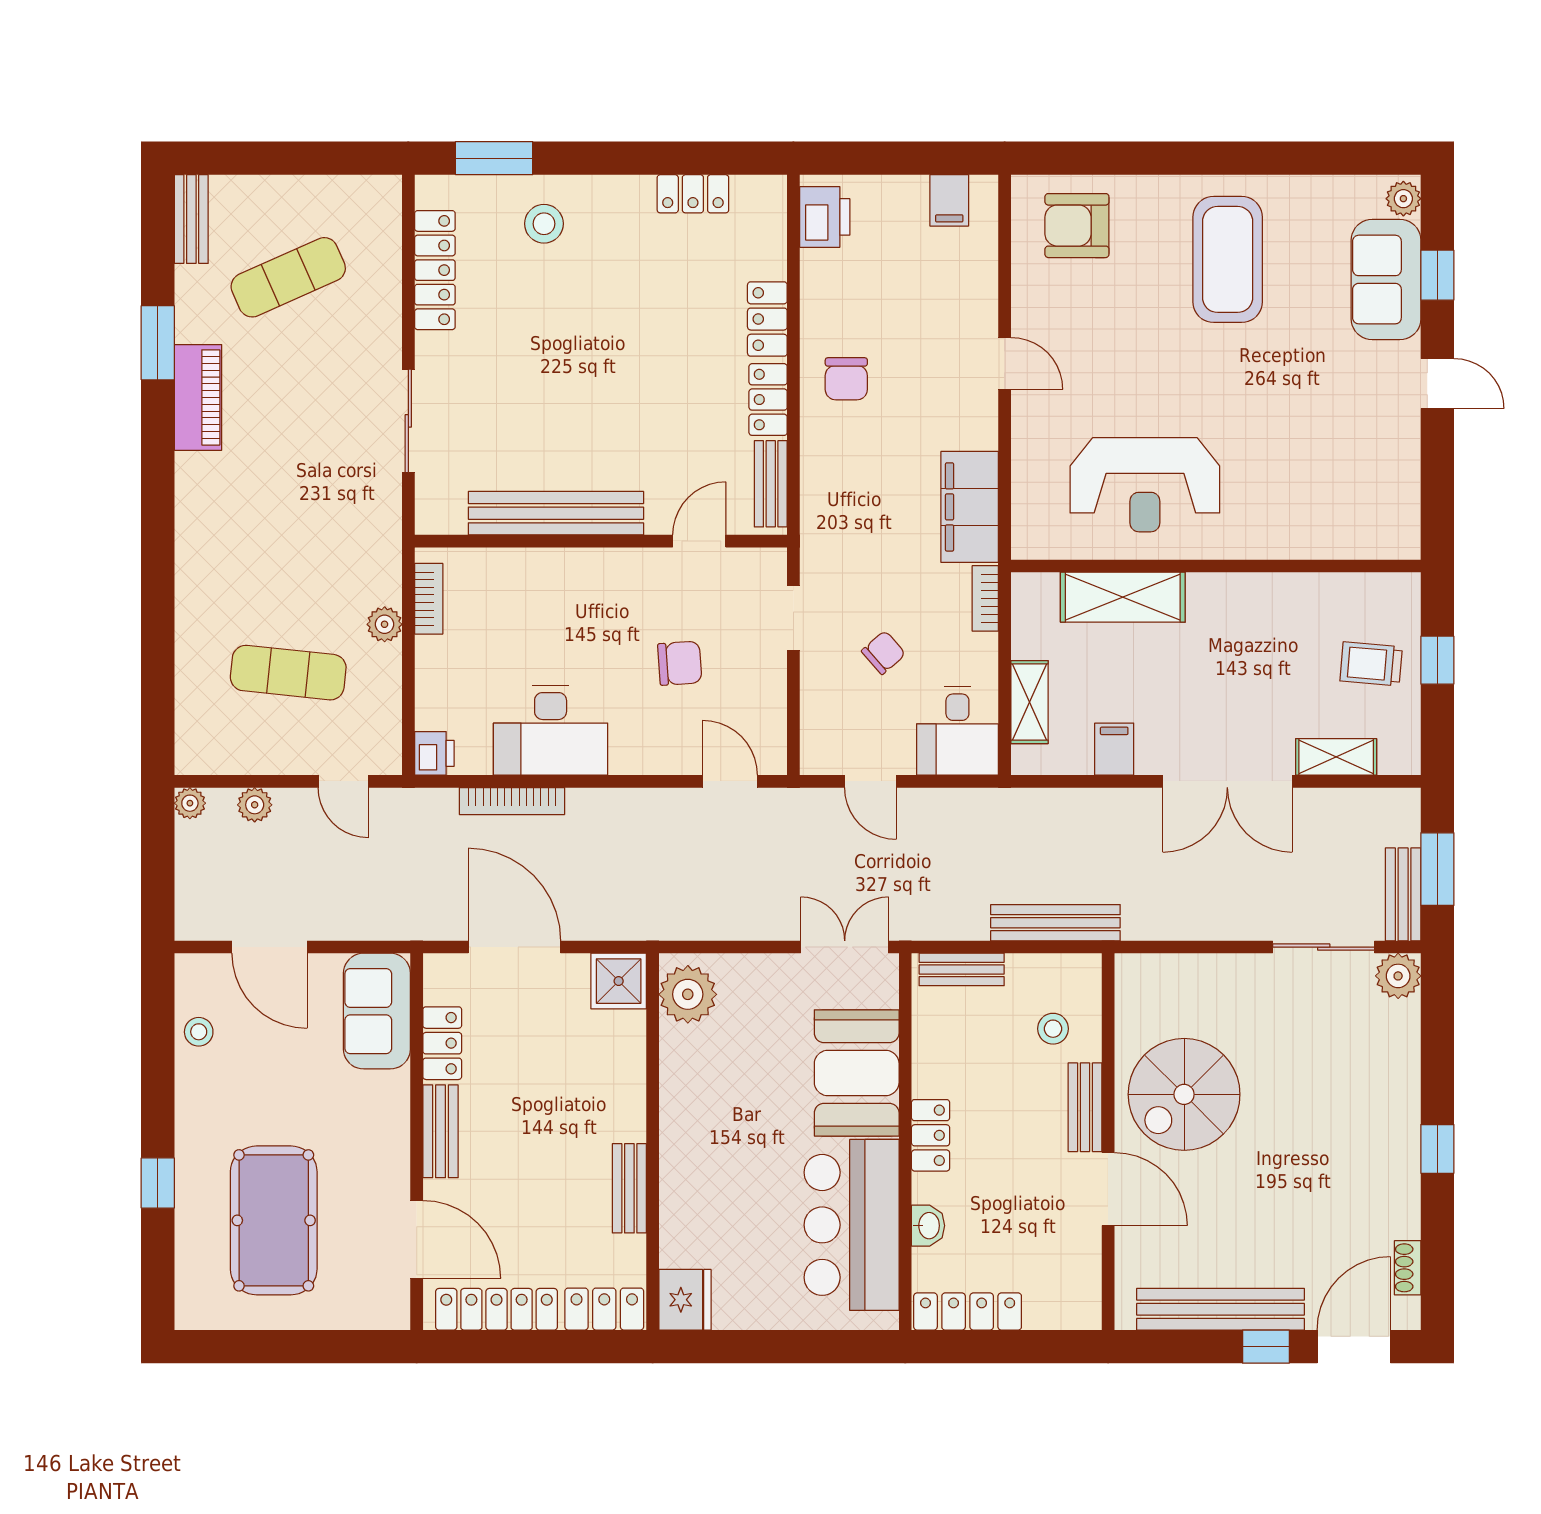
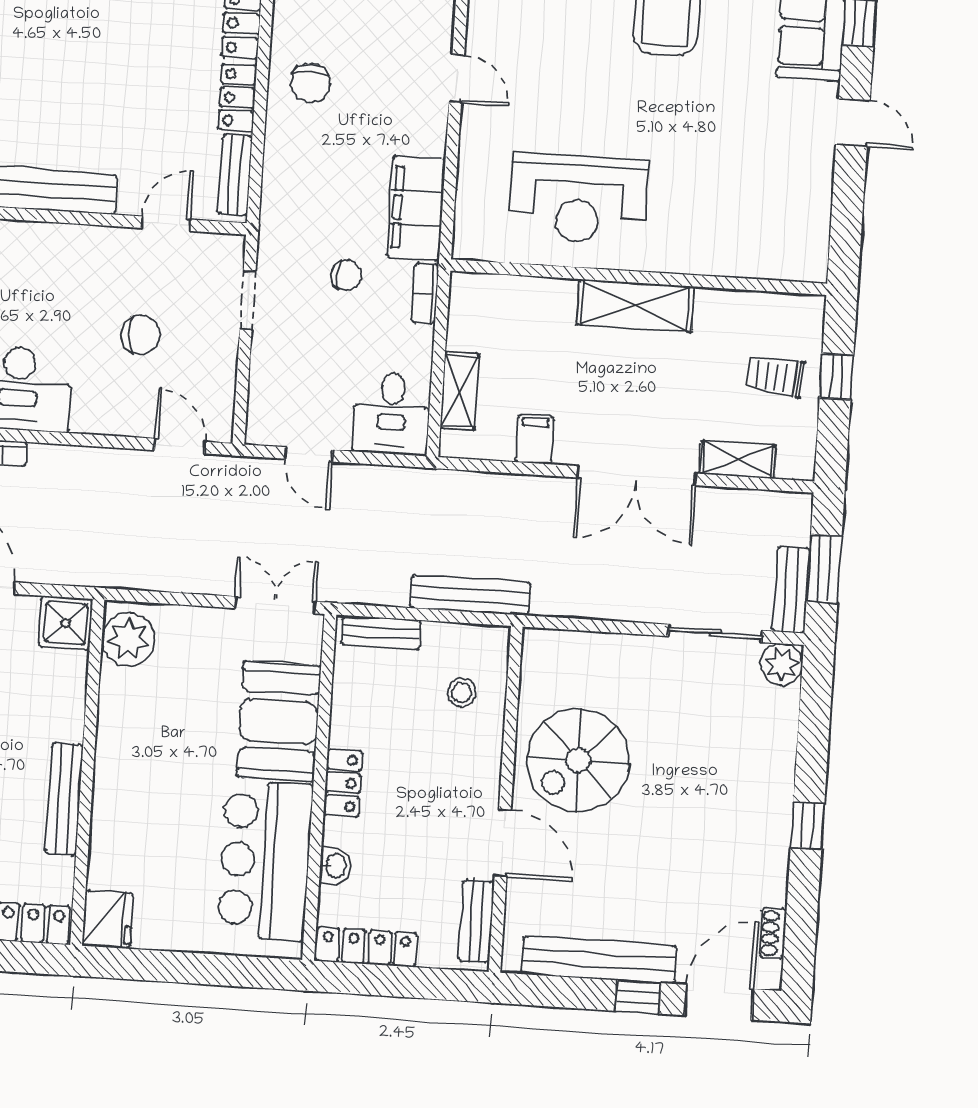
shelving: (1123, 597) -> (635, 306), moved
chair: (883, 653) -> (346, 275), moved, turned 41
bench: (1085, 1107) -> (476, 921), moved
bench: (629, 1188) -> (64, 799), width x1.36

